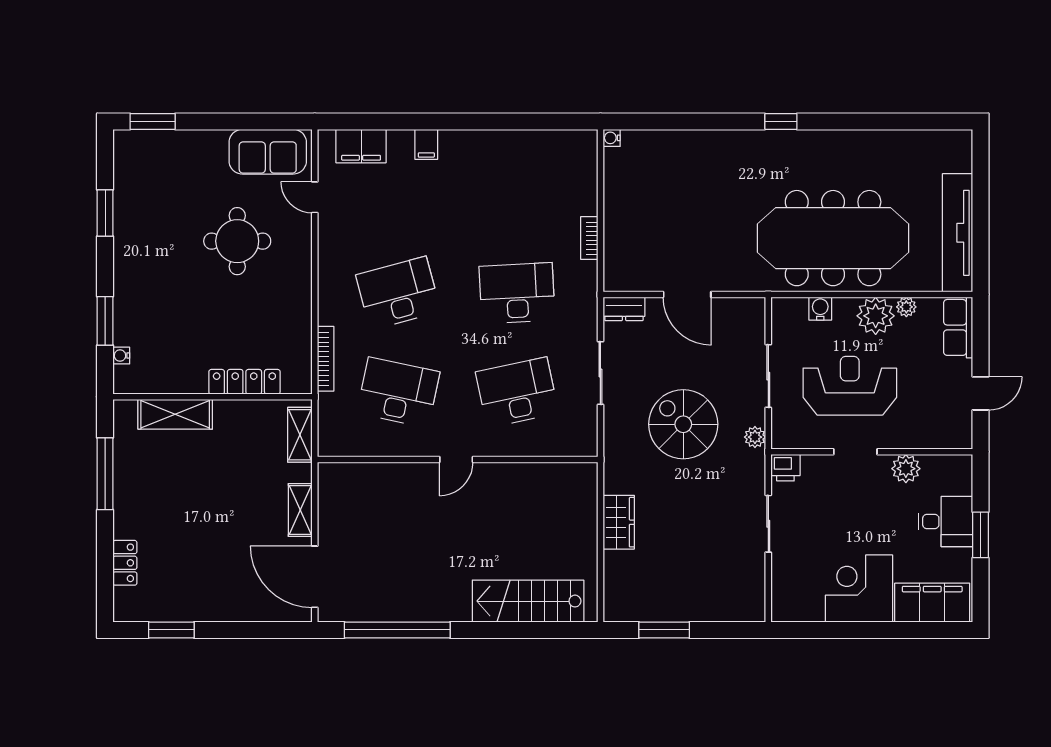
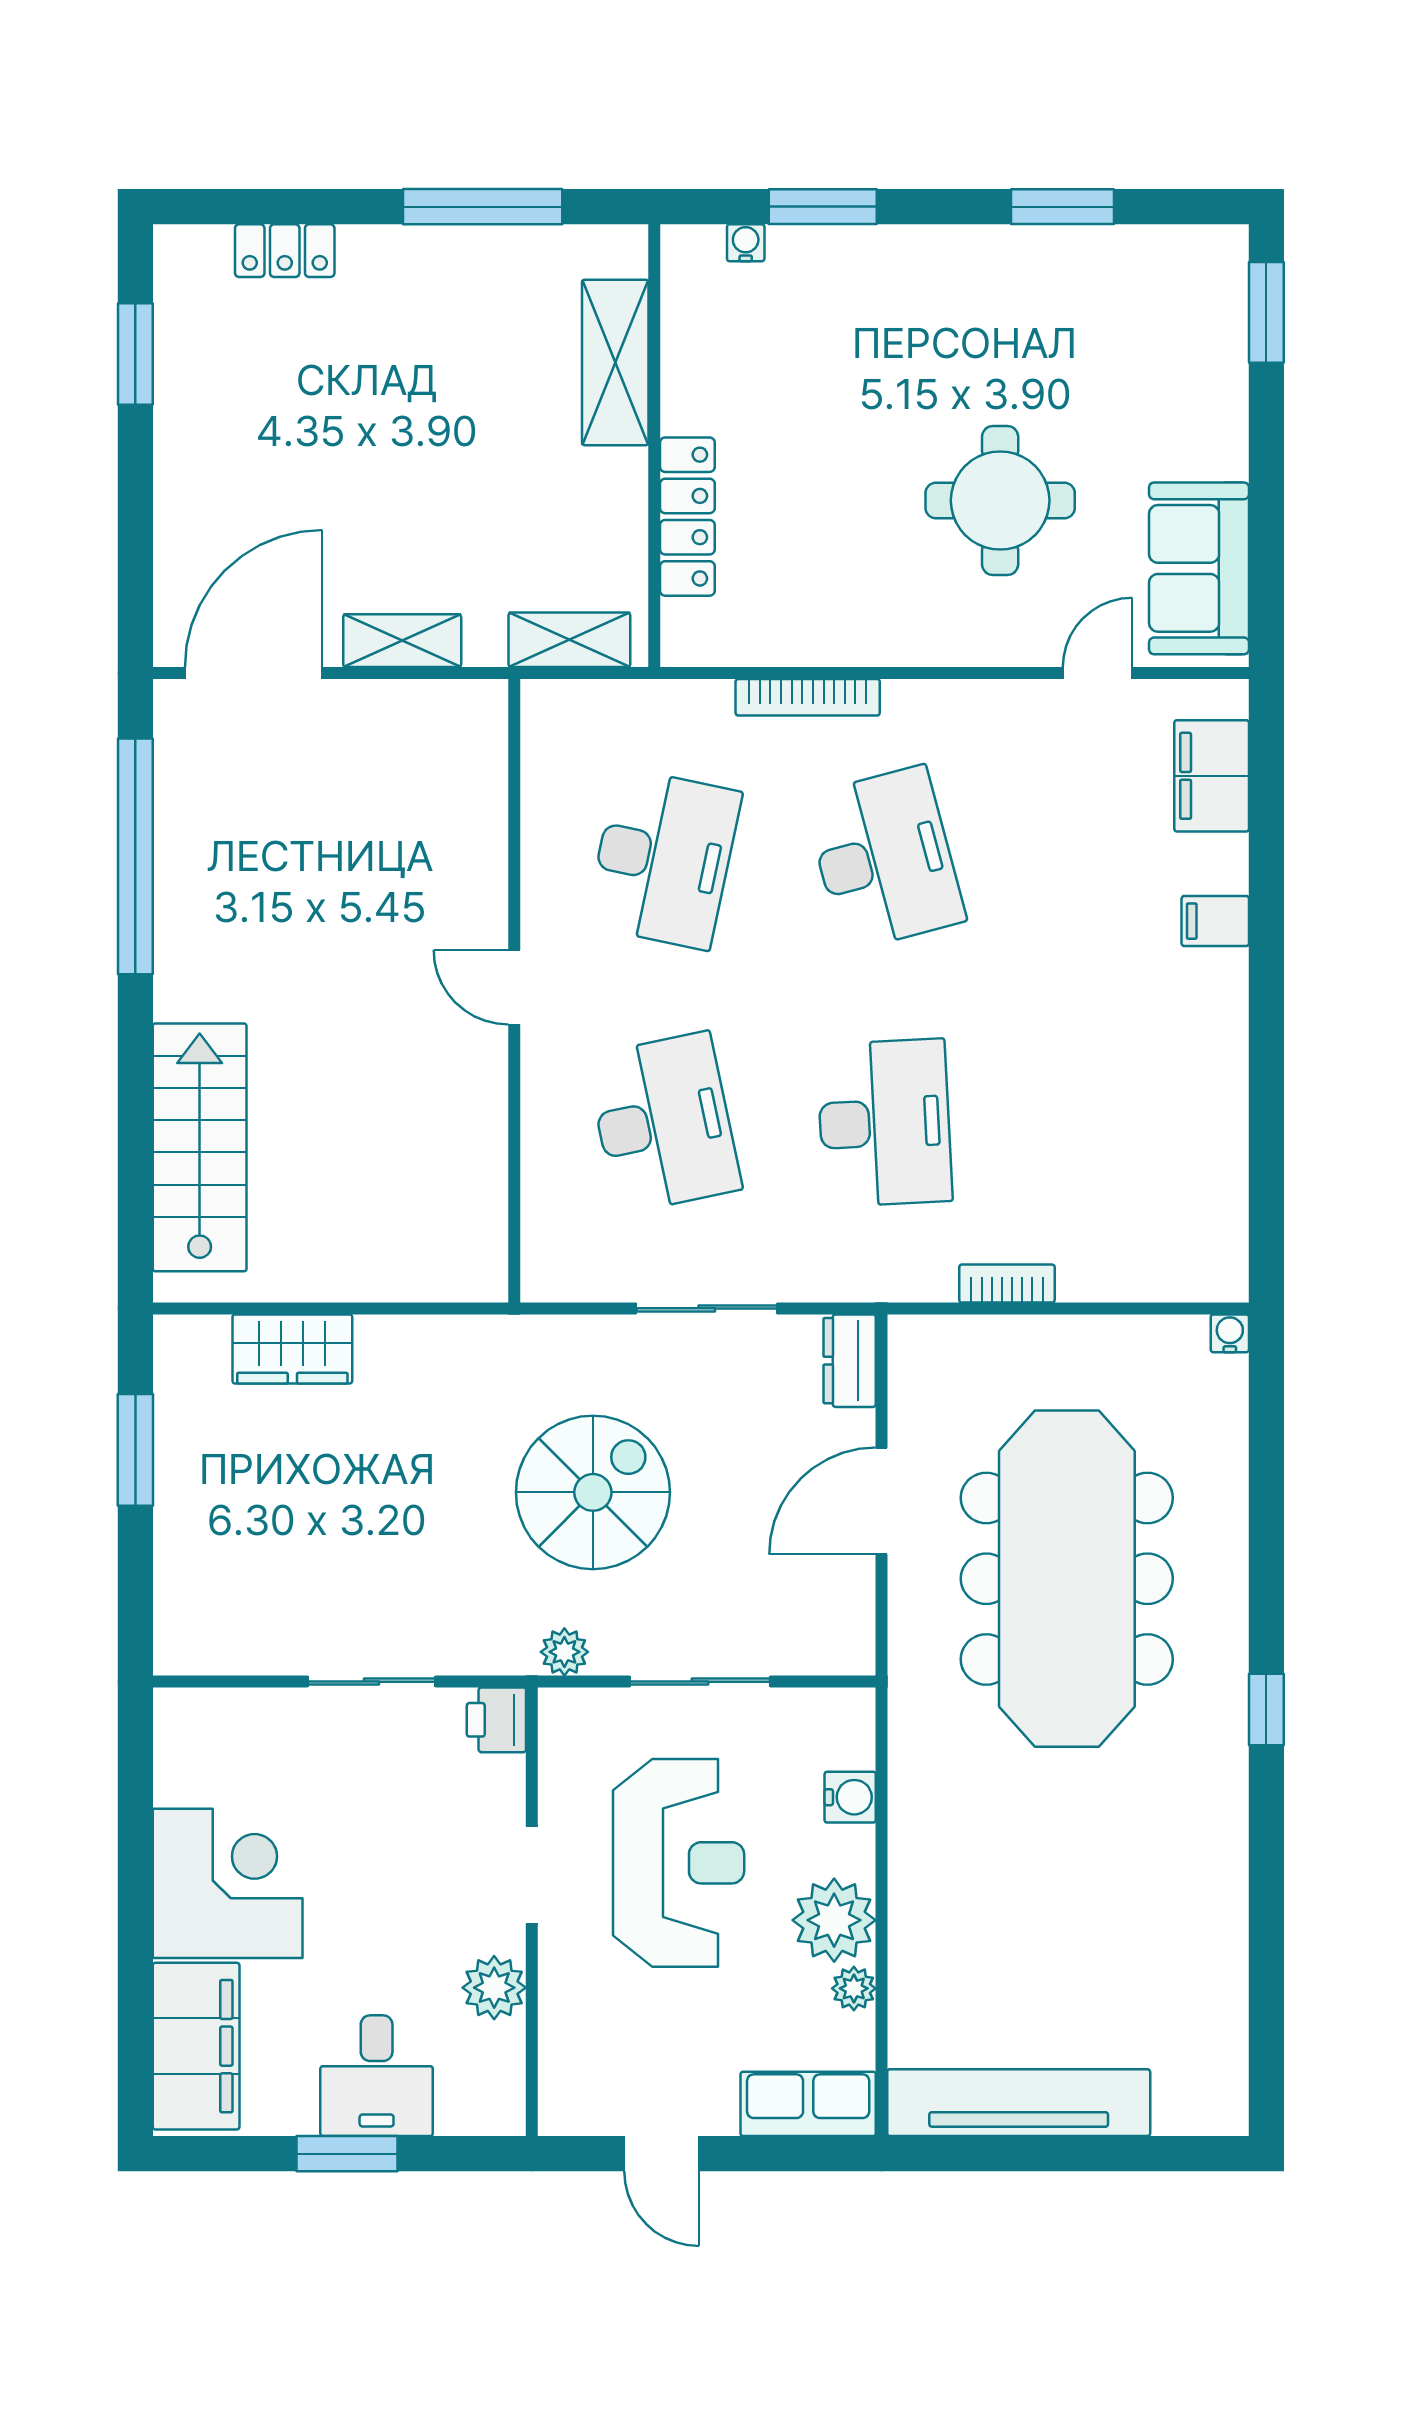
meeting table: (833, 238) -> (1067, 1579), moved
bookcase: (326, 359) -> (808, 697), moved
wardrobe: (619, 522) -> (292, 1349), moved

